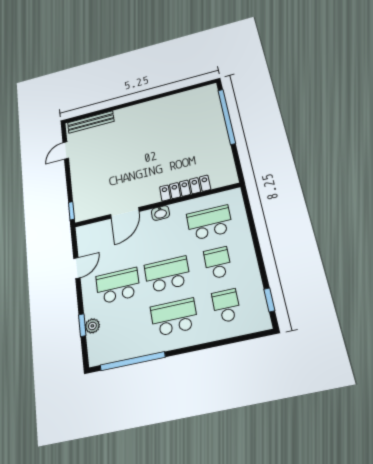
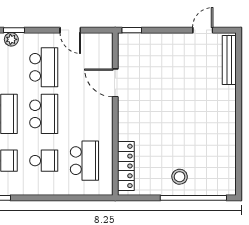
stool: (208, 133) -> (180, 177), added
door: (66, 150) -> (203, 30), hinge flipped
locker: (185, 188) -> (126, 166), moved
washbasin: (160, 213) -> (106, 117), removed

